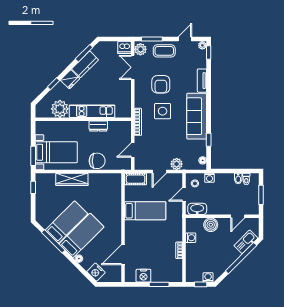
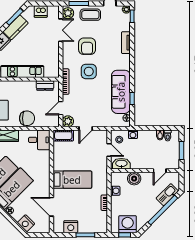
dishwasher: (125, 47) -> (41, 11), moved
double door: (133, 67) -> (61, 30), swing flipped
sofa: (197, 116) -> (121, 92), moved
dresser: (98, 126) -> (45, 85), moved
plant: (177, 164) -> (68, 121), moved
desk: (110, 184) -> (39, 140), added
door: (184, 194) -> (109, 150), swing flipped
bed: (145, 211) -> (72, 180), moved
door: (123, 255) -> (51, 207), hinge flipped
washing machine: (208, 277) -> (128, 224), width x1.89, depth x1.89

